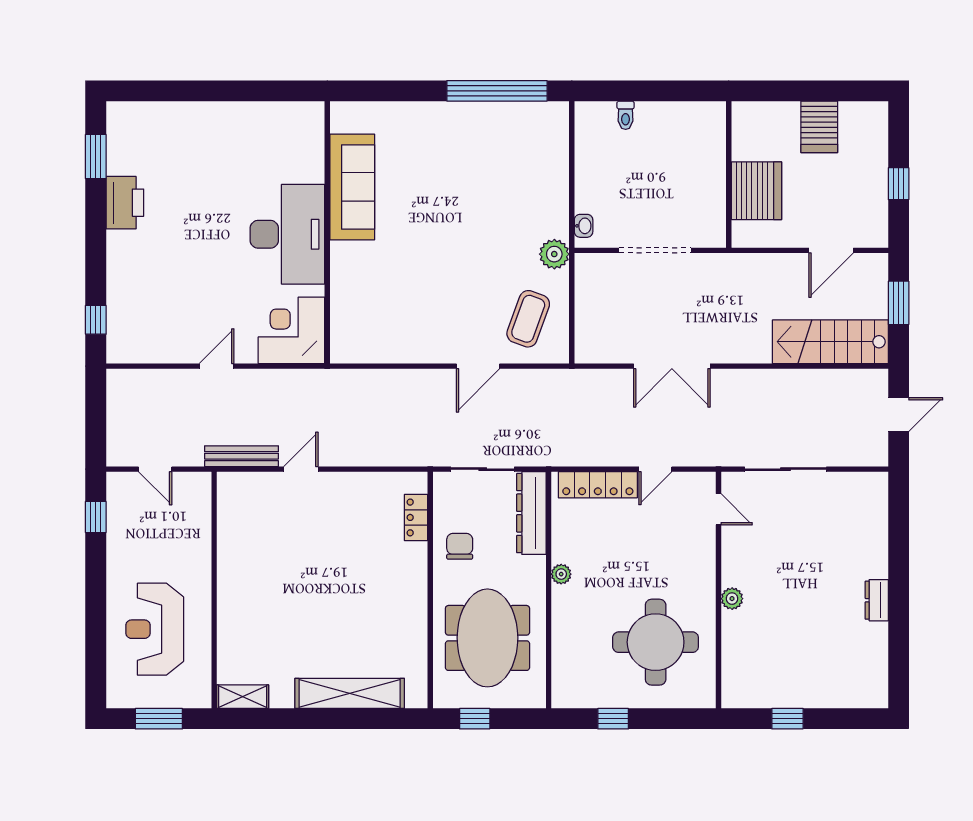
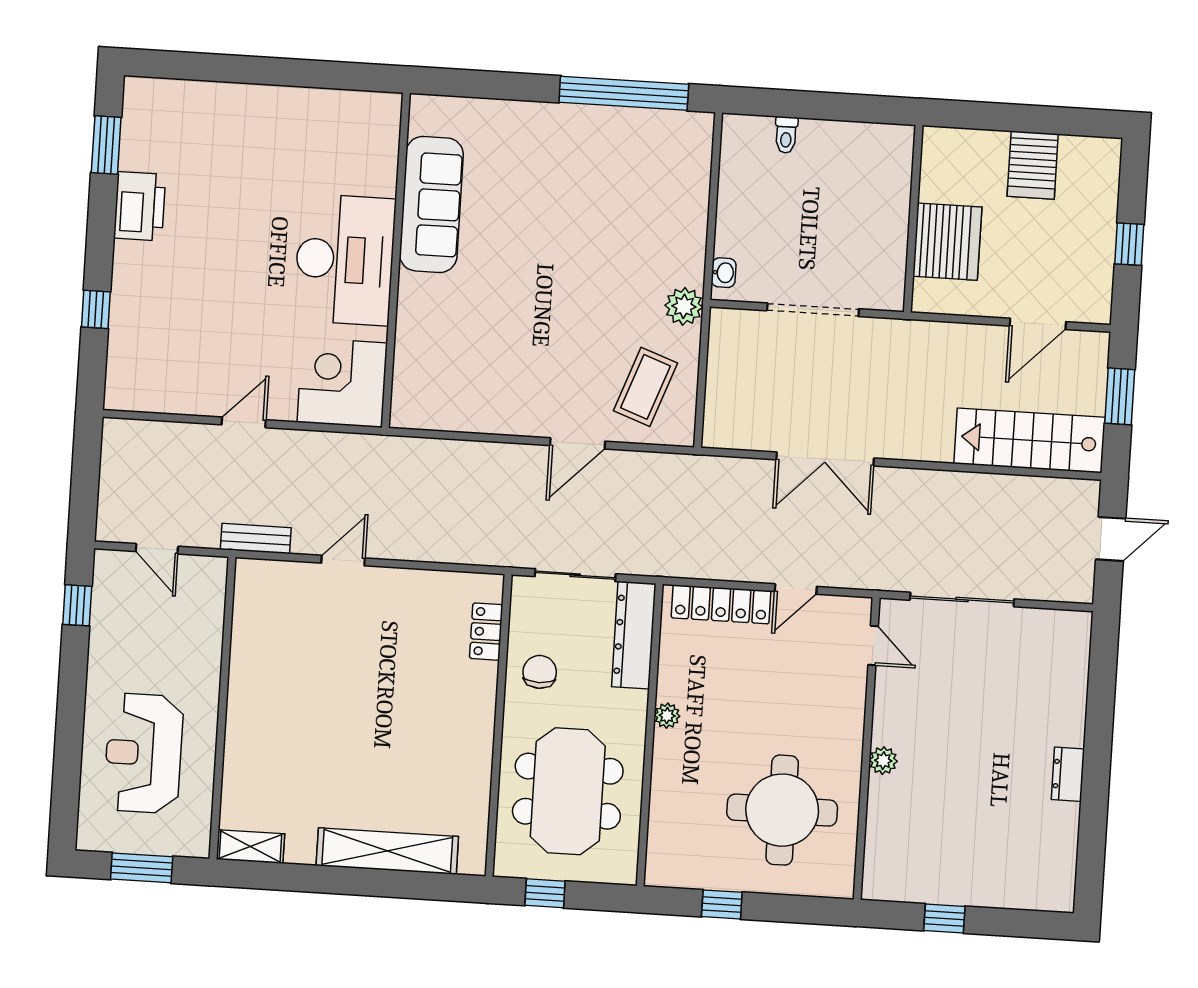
window: (96, 320) -> (96, 309), moved
bench: (242, 456) -> (256, 539), width x0.73

